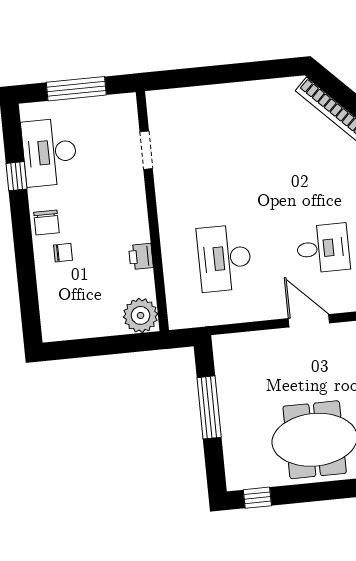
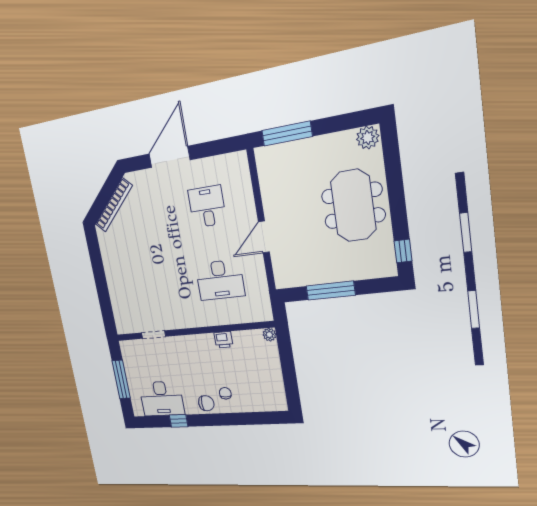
plant: (141, 315) -> (269, 335), width x0.53, depth x0.53
door: (309, 321) -> (264, 237), moved

